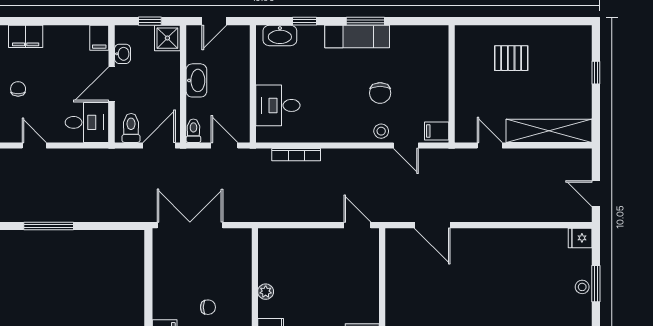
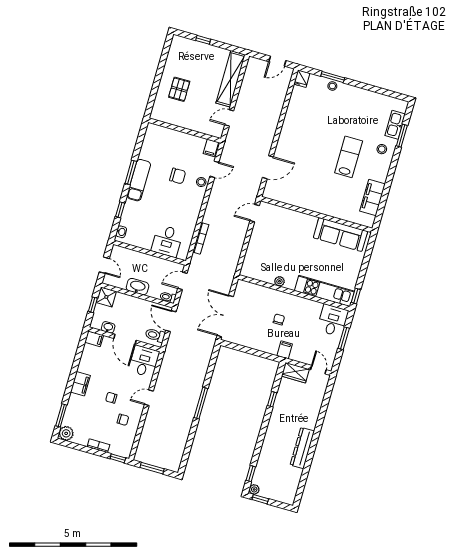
washbasin: (280, 35) -> (121, 232), width x0.52, depth x0.69

